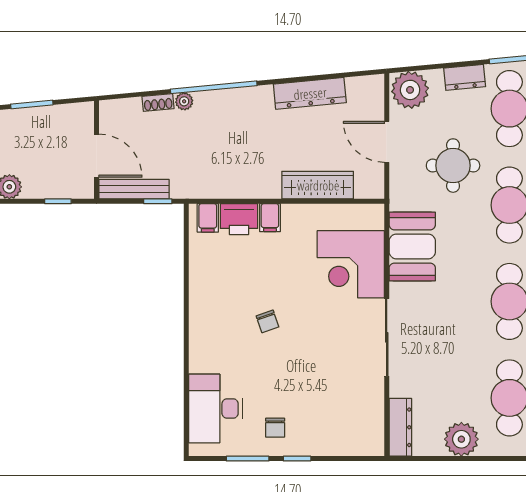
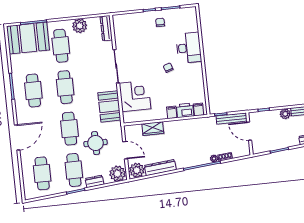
plant: (365, 93) -> (137, 170), added
wardrobe: (318, 185) -> (153, 128), width x0.67
desk: (216, 409) -> (189, 48), moved

